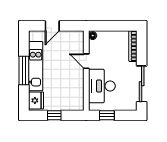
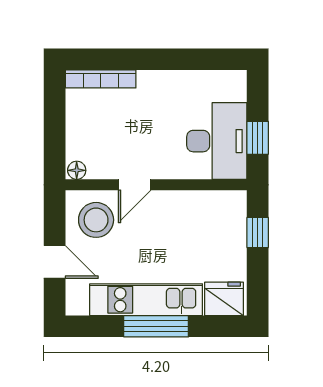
stool: (71, 44) -> (96, 220), added
sliding door: (142, 84) -> (186, 59), removed
desk: (102, 86) -> (217, 141), moved, turned -90
window: (54, 115) -> (258, 232), moved

